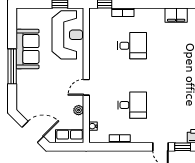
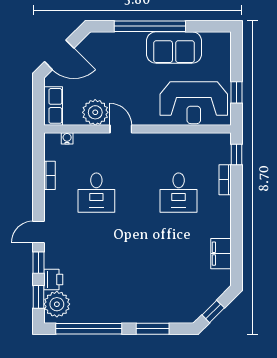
window: (12, 66) -> (150, 26), width x1.46
plant: (79, 110) -> (95, 112), width x1.87, depth x1.87
door: (33, 132) -> (59, 55), hinge flipped

